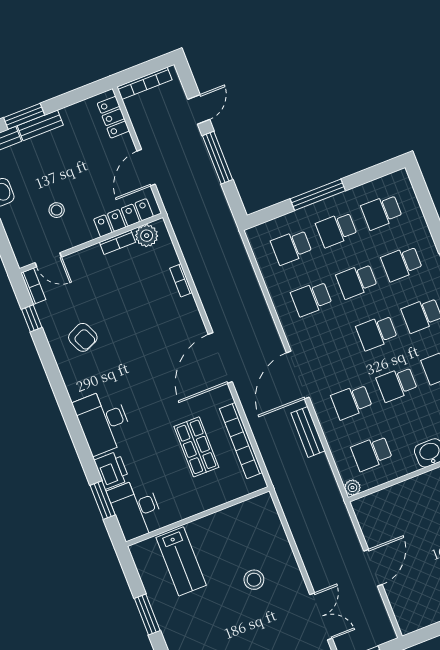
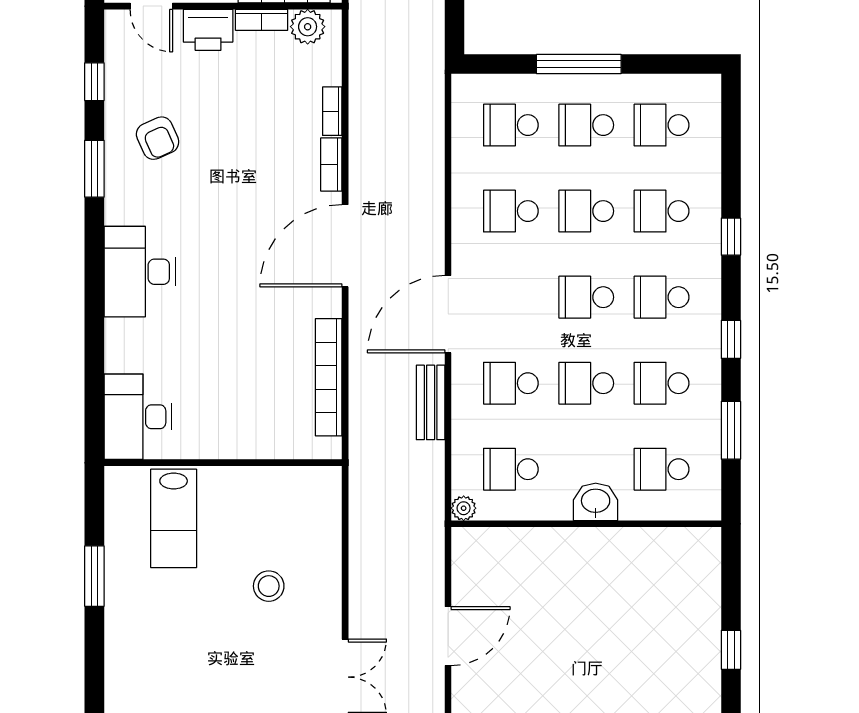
bookcase: (33, 286) -> (331, 165), moved, turned 180
shop shelf: (196, 447) -> (260, 361), removed
printer: (112, 470) -> (208, 30), moved, turned 90
window: (103, 500) -> (94, 169), moved

